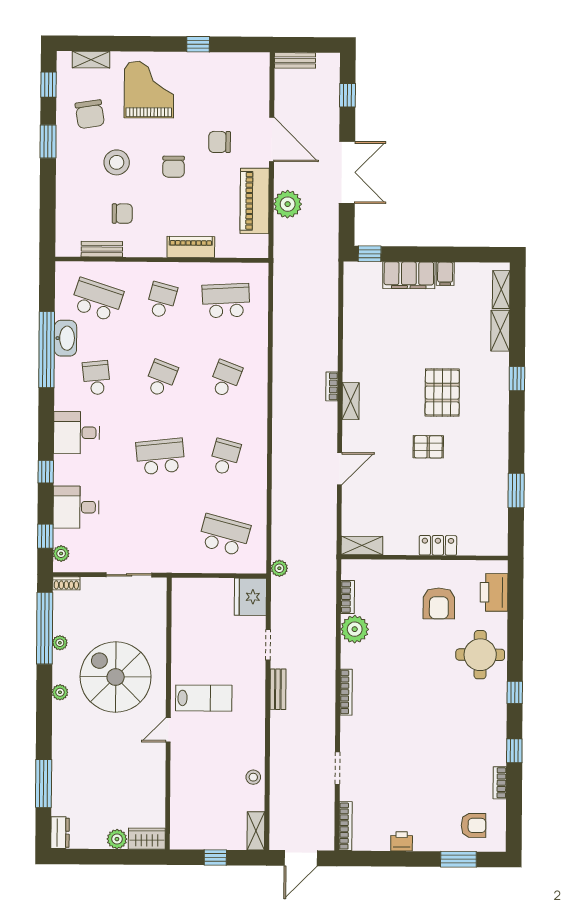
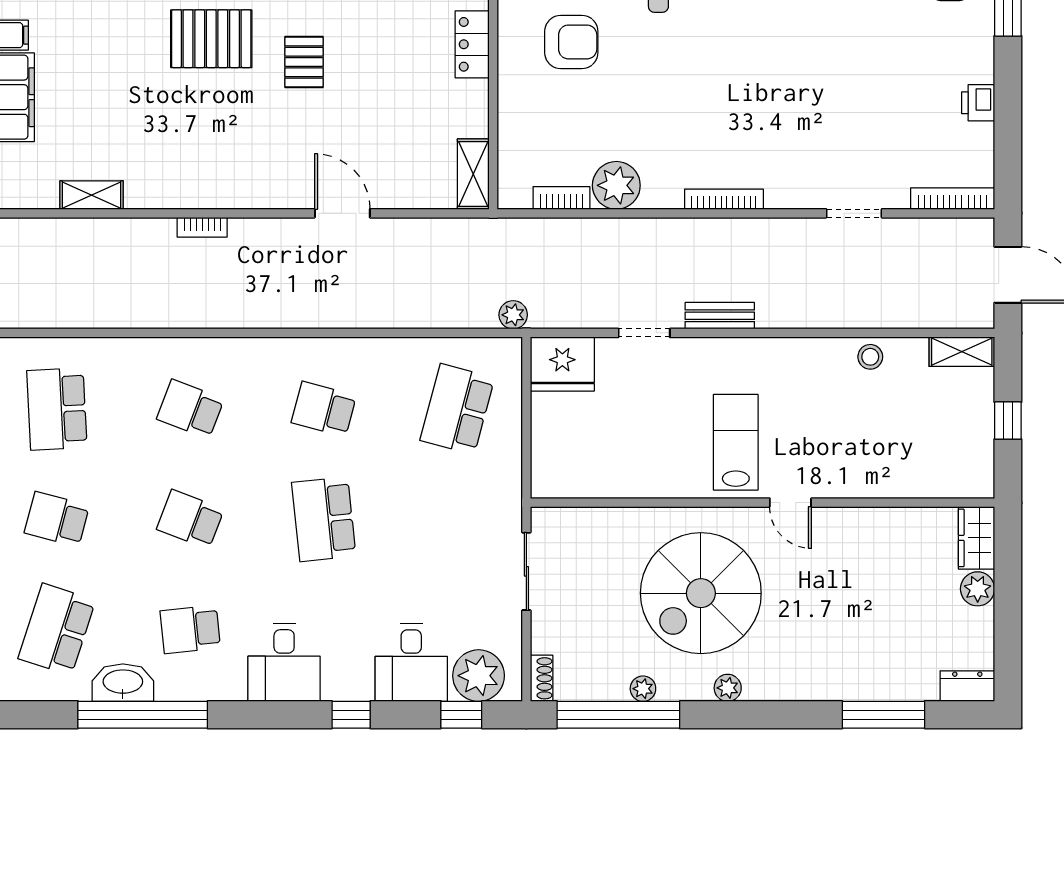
shelving: (351, 401) -> (92, 195), moved
plant: (61, 553) -> (479, 676), width x1.88, depth x1.88

